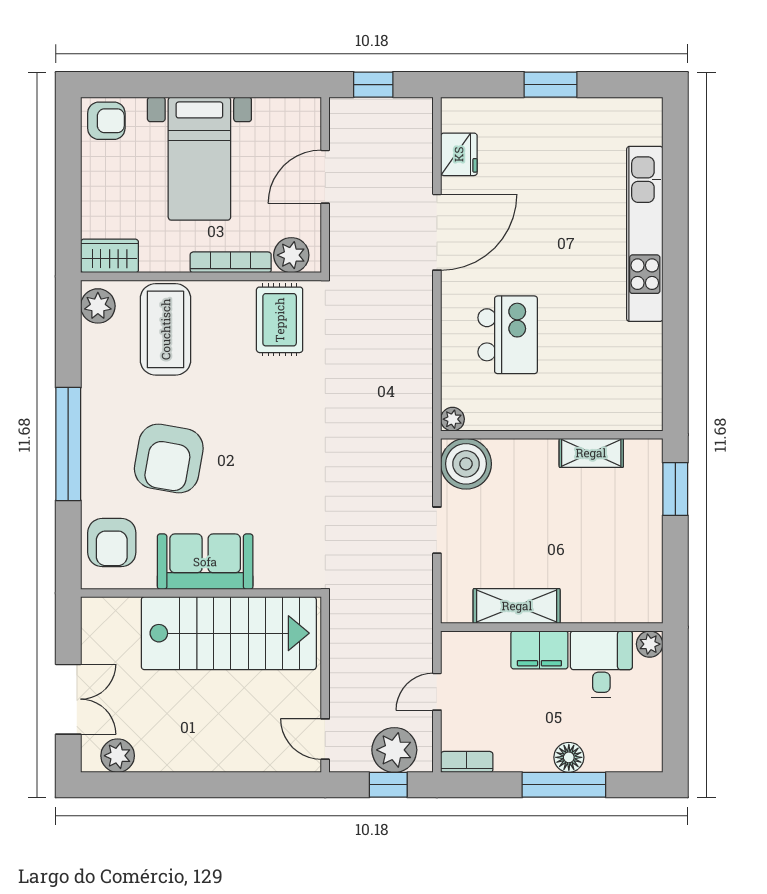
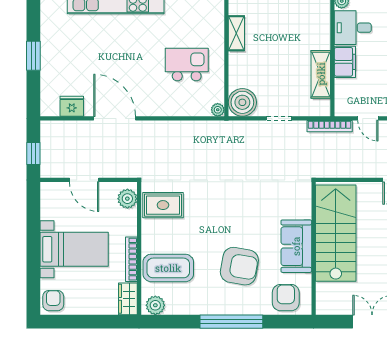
bookcase: (231, 262) -> (131, 259), moved
kitchen island: (508, 335) -> (187, 65), moved
armchair: (112, 543) -> (286, 298), turned -90
bookcase: (423, 622) -> (330, 126), added

